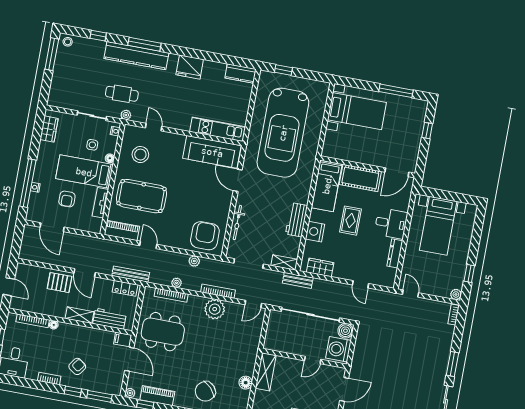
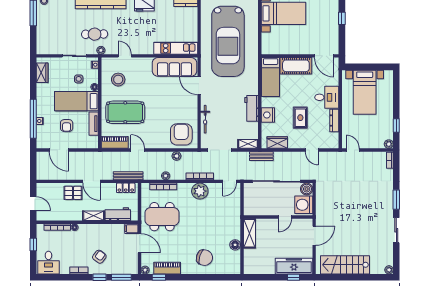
door: (397, 172) -> (324, 56), hinge flipped
rug: (350, 221) -> (300, 118), moved
chair: (205, 391) -> (204, 258), turned -120

